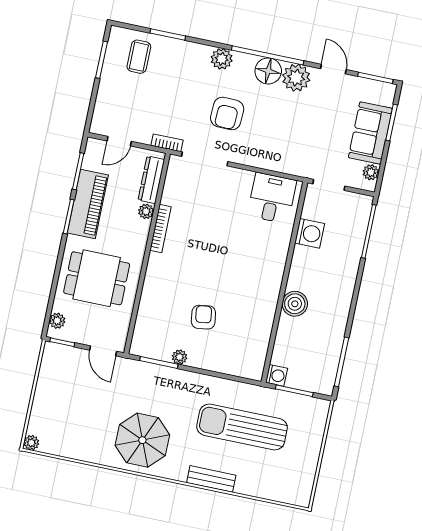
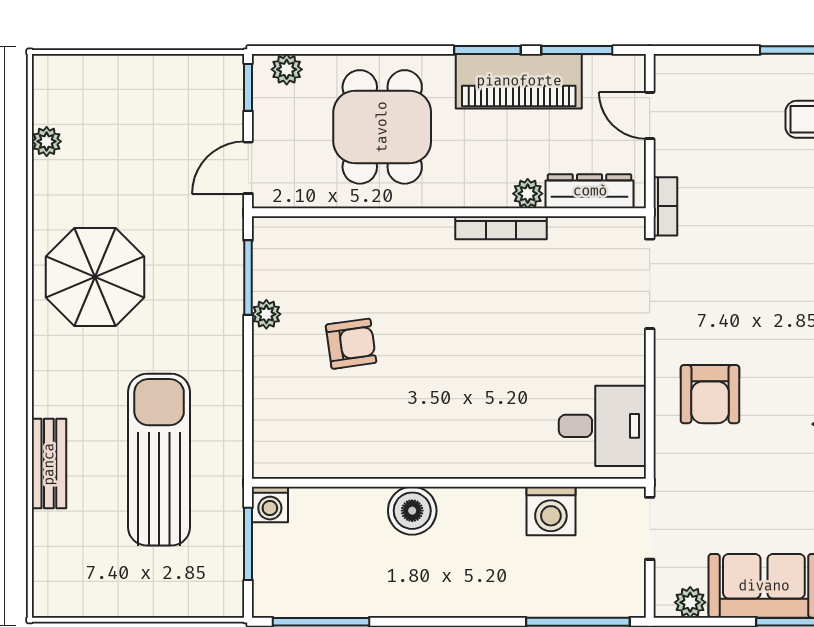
armchair: (227, 113) -> (710, 394), moved, turned -92
plant: (31, 443) -> (47, 141), moved
bench: (211, 479) -> (49, 464), moved

